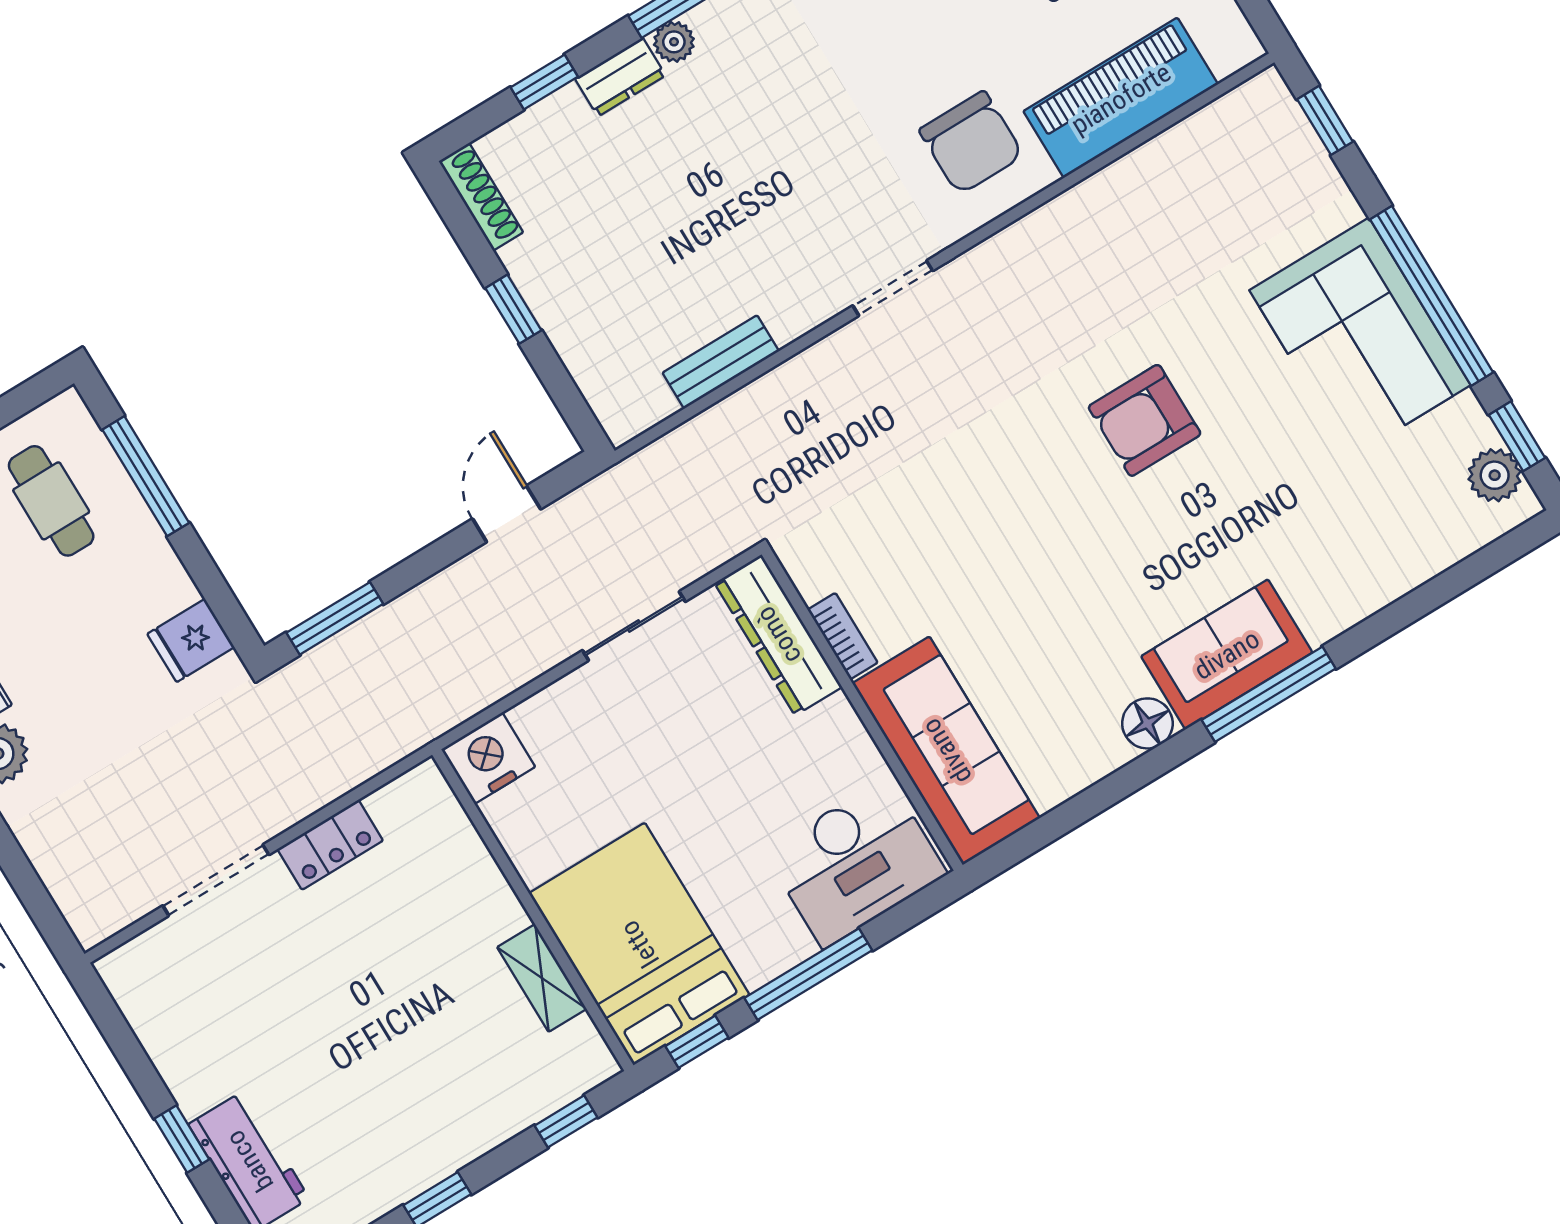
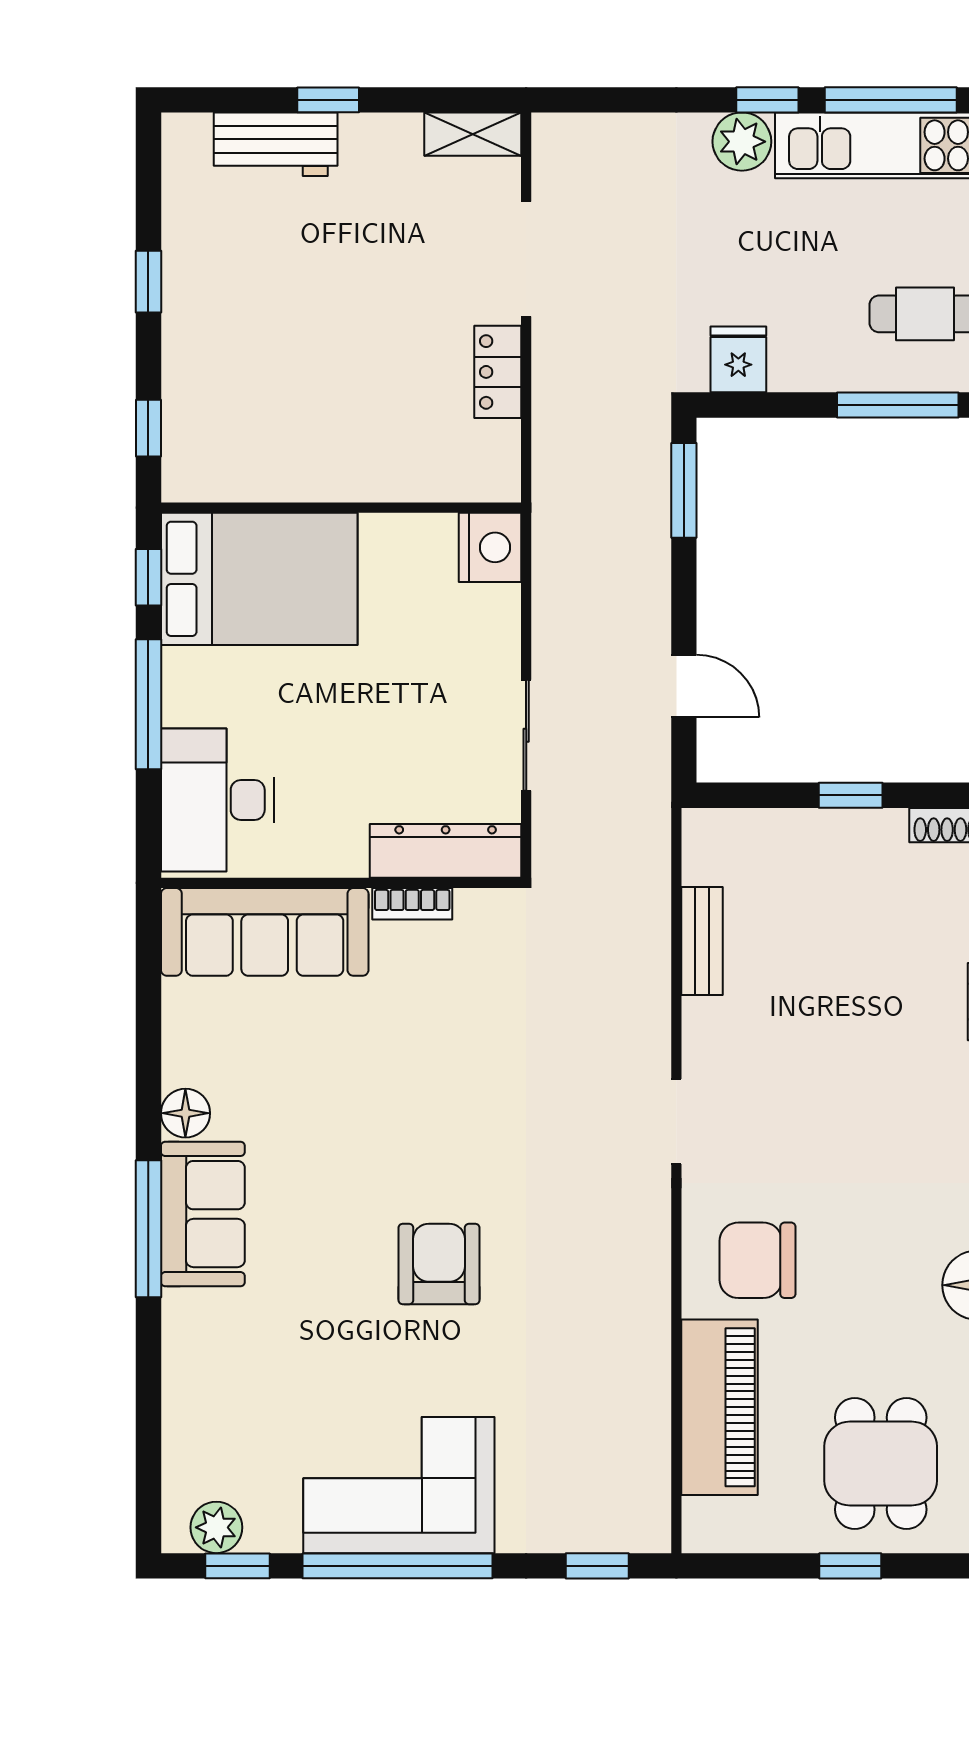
shelving: (542, 978) -> (473, 134), moved

